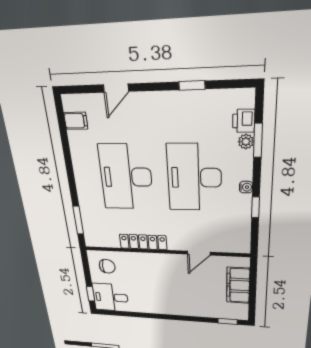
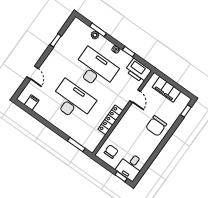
printer: (244, 121) -> (138, 71), moved, width x1.87, depth x1.48
desk: (126, 177) -> (73, 101), turned 180
desk: (194, 178) -> (95, 69), turned 180
chair: (181, 299) -> (156, 126), added

